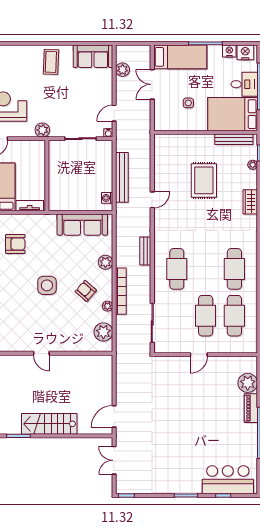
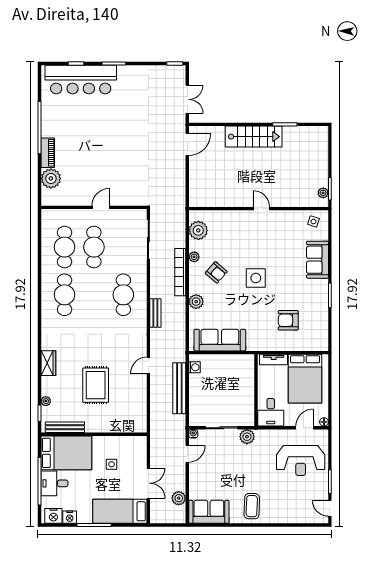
plant: (42, 130) -> (247, 437), moved
desk: (32, 154) -> (271, 412), added
bar counter: (228, 480) -> (81, 80), width x1.36

